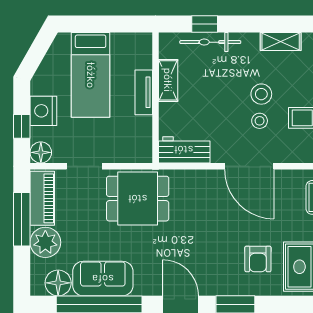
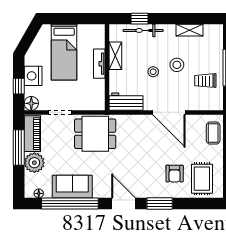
stool: (260, 121) -> (153, 72), moved
floor lamp: (58, 283) -> (39, 193), width x0.53, depth x0.53

